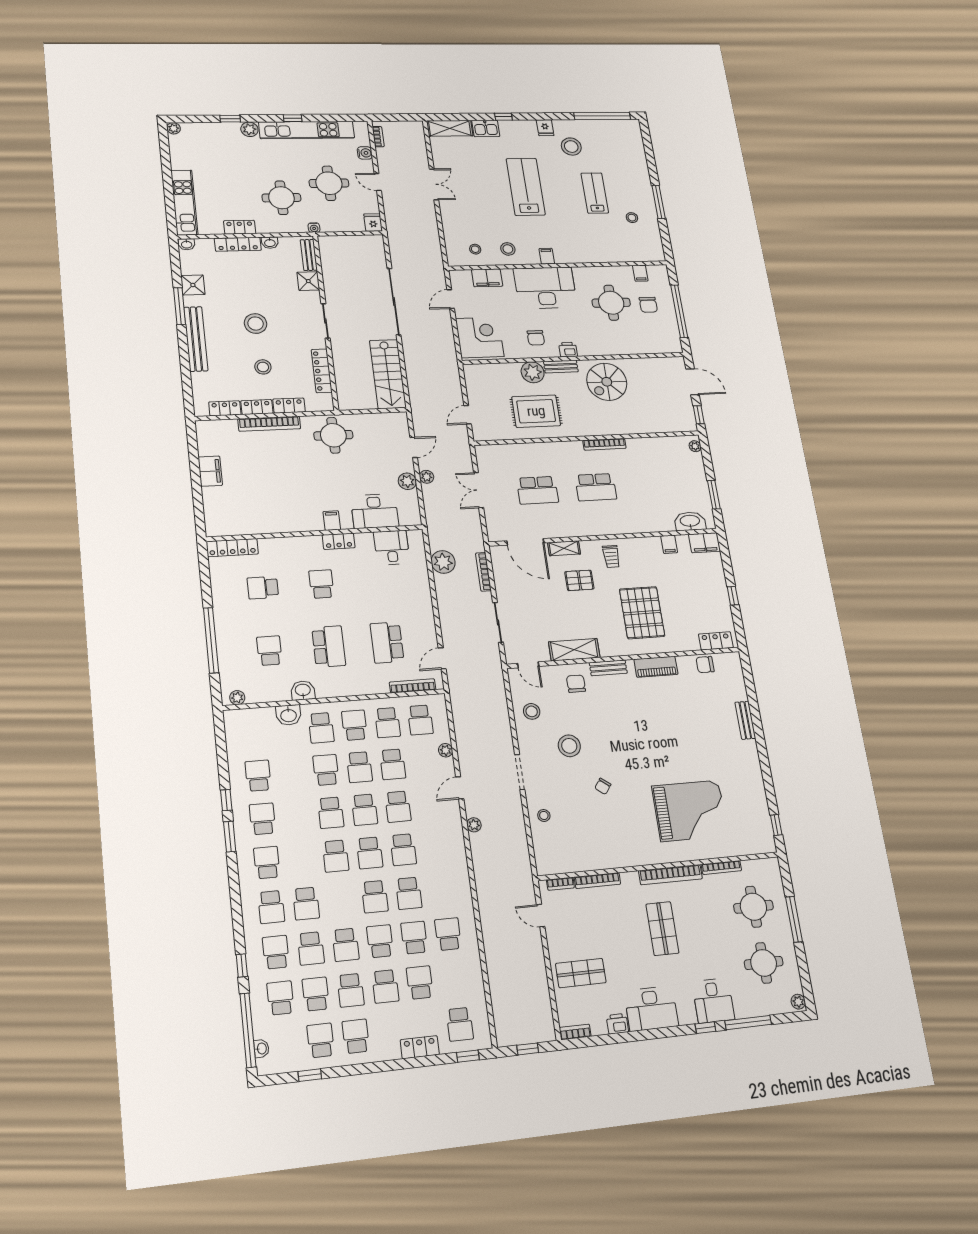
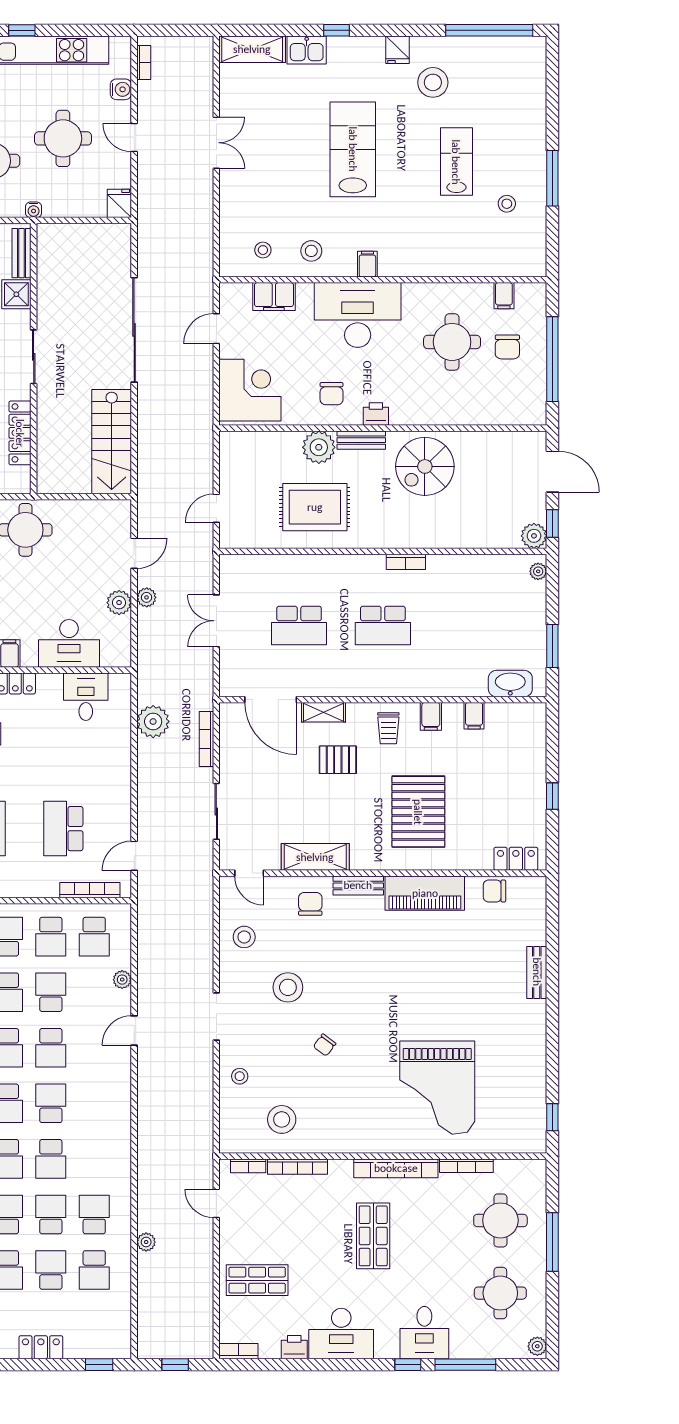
plant: (688, 423) -> (534, 536), added
bookcase: (604, 444) -> (406, 562), width x0.64
filing cabinet: (705, 543) -> (431, 716), moved, width x0.50
piano: (656, 667) -> (425, 893), width x1.37, depth x1.33
school desk: (393, 764) -> (51, 992), turned 180
grand piano: (690, 811) -> (437, 1088), turned 90
plant: (474, 825) -> (146, 1242), moved
stool: (580, 846) -> (282, 1119), added
school desk: (403, 850) -> (51, 1103), turned 180
school desk: (460, 1024) -> (94, 1270), moved

